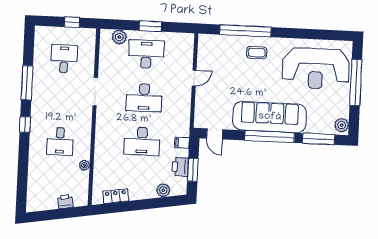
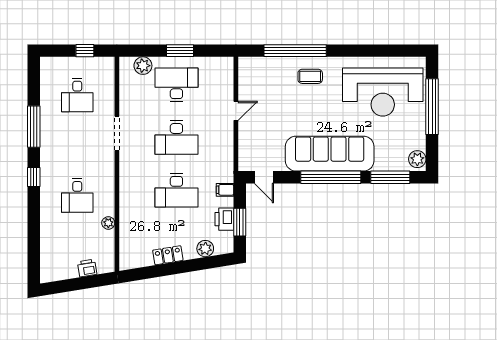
desk: (64, 59) -> (77, 95), turned 180
locker: (116, 196) -> (168, 255), moved

